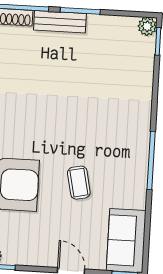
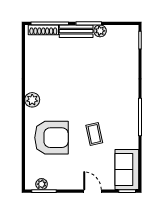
plant: (147, 26) -> (100, 31), moved

